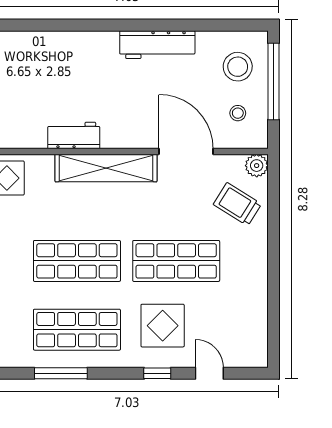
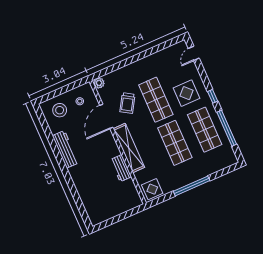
window: (274, 81) -> (59, 92), removed
trolley: (237, 204) -> (127, 103), moved
window: (61, 373) -> (227, 128), width x1.46
window: (157, 373) -> (213, 96), moved
door: (209, 373) -> (194, 53), moved

